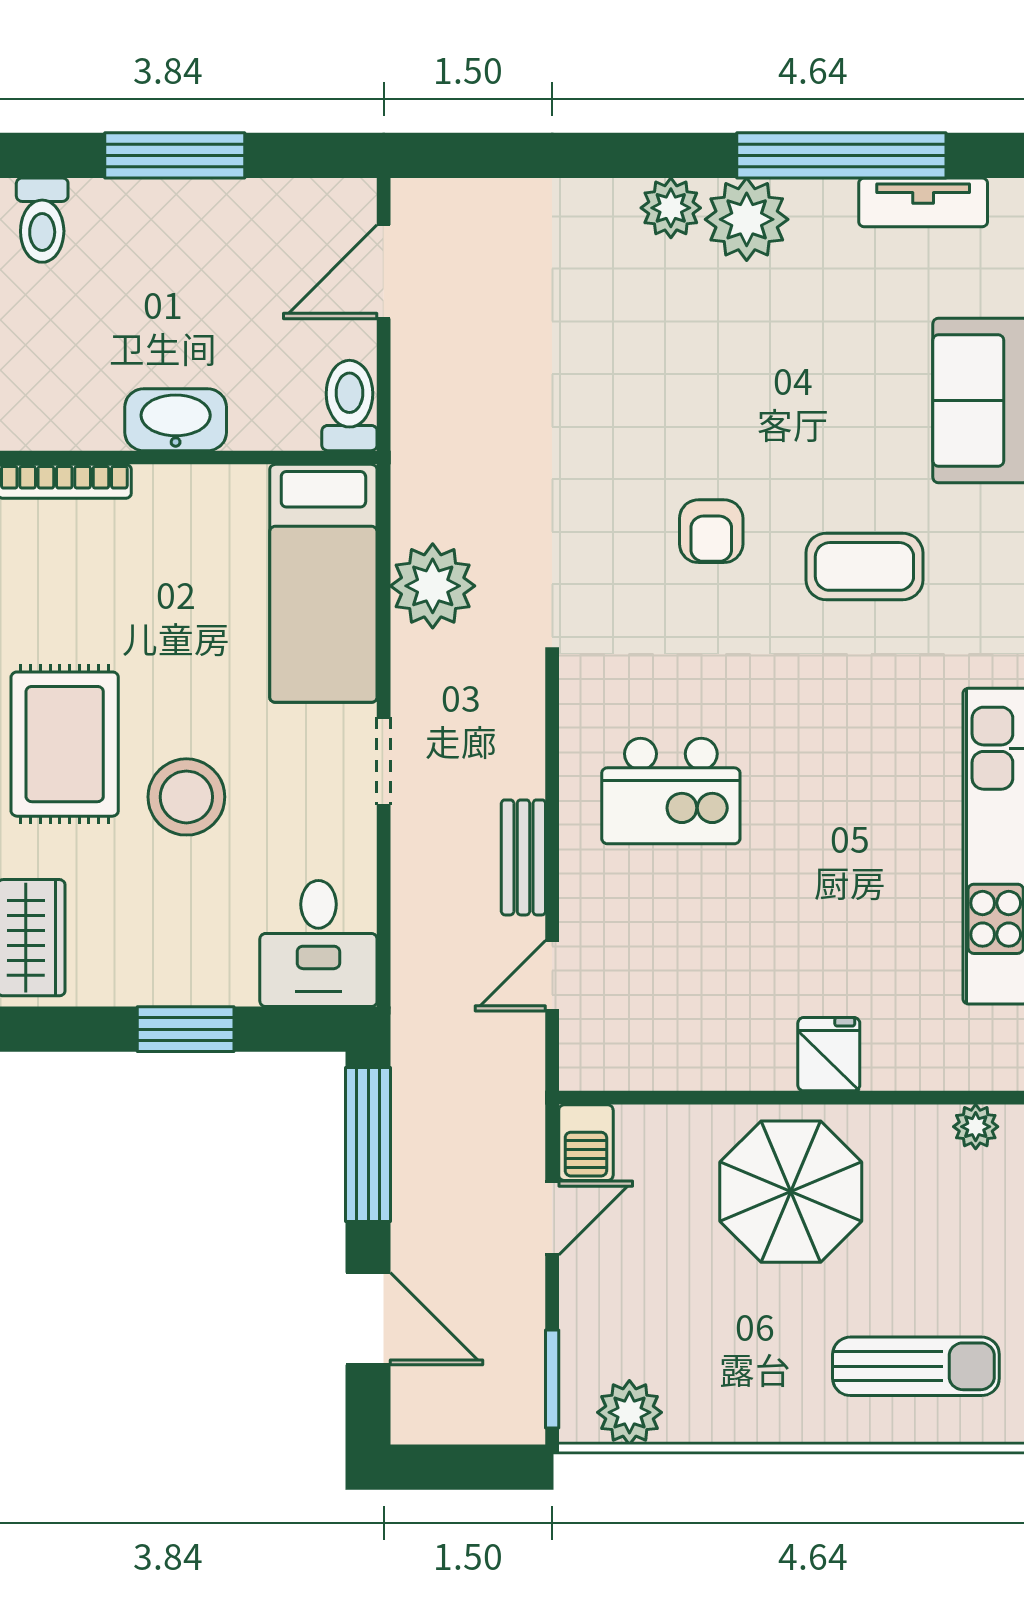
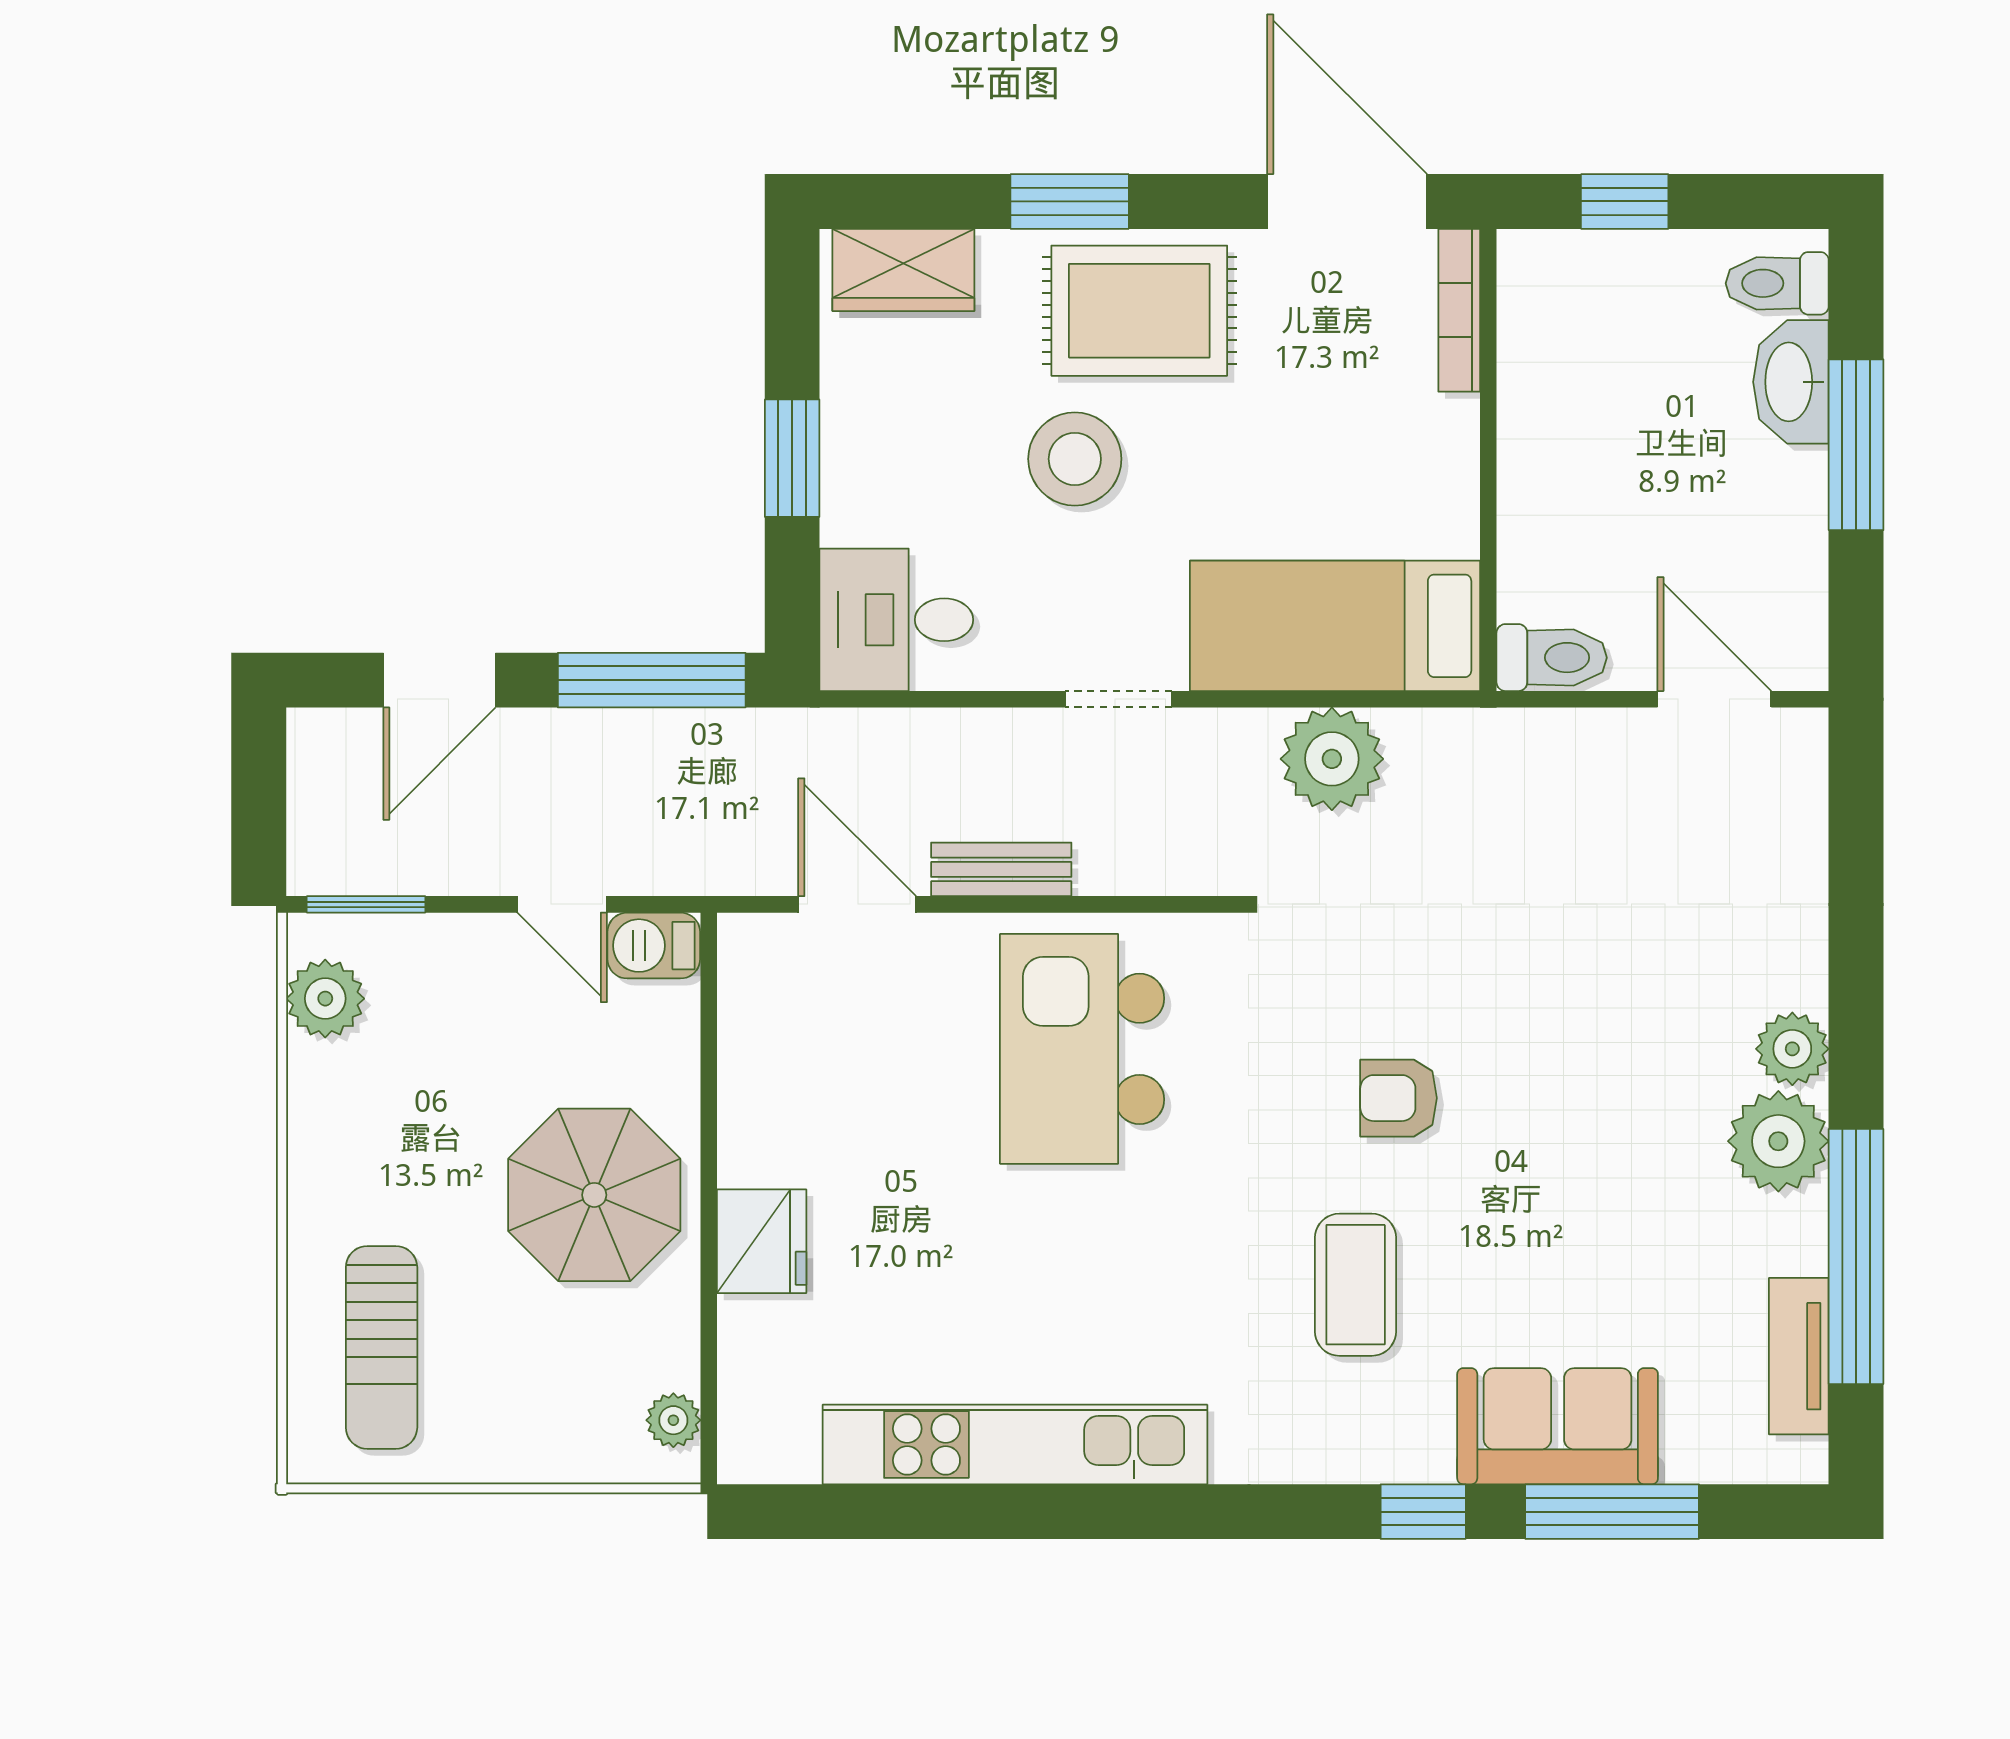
washbasin: (176, 420) -> (1791, 382), moved, turned 180
kitchen island: (671, 791) -> (1082, 1049), width x1.37, depth x1.28
door: (552, 976) -> (857, 904), width x1.38
fridge: (829, 1054) -> (762, 1241), width x1.38

